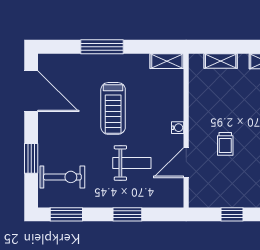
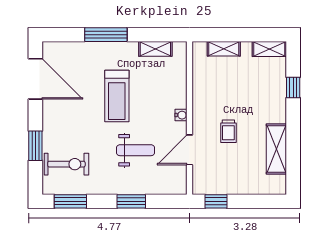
shelving: (167, 61) -> (155, 49), moved
window: (232, 214) -> (216, 201), moved

